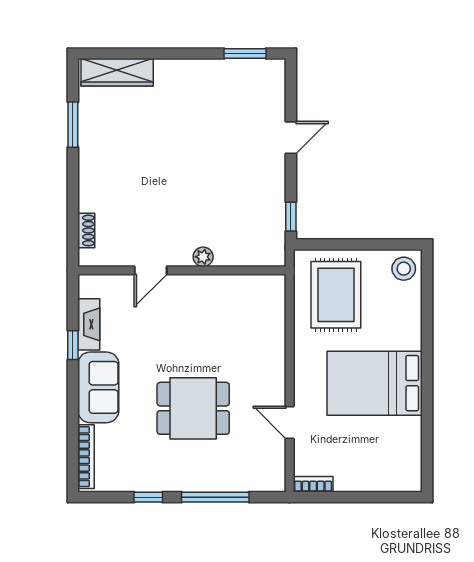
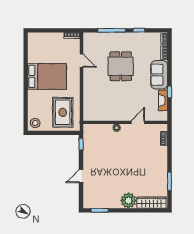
plant: (174, 77) -> (128, 201), added
dining table: (193, 408) -> (121, 66), turned 90

